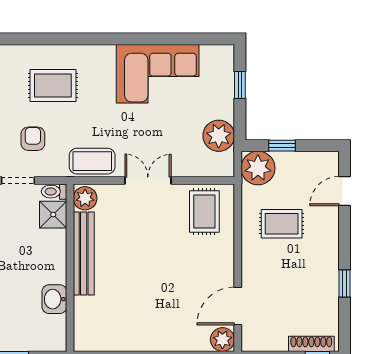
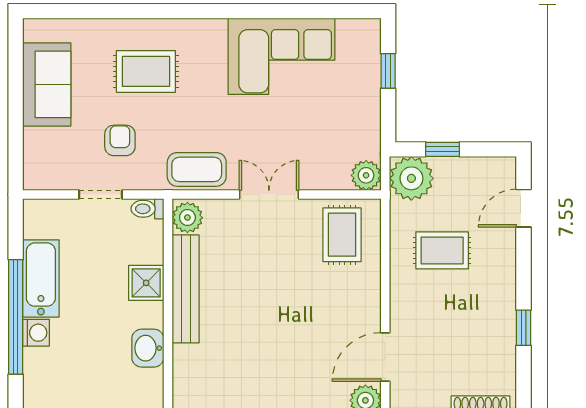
plant: (219, 136) -> (366, 175), moved, width x0.73, depth x0.73
shower: (53, 215) -> (146, 283), moved

